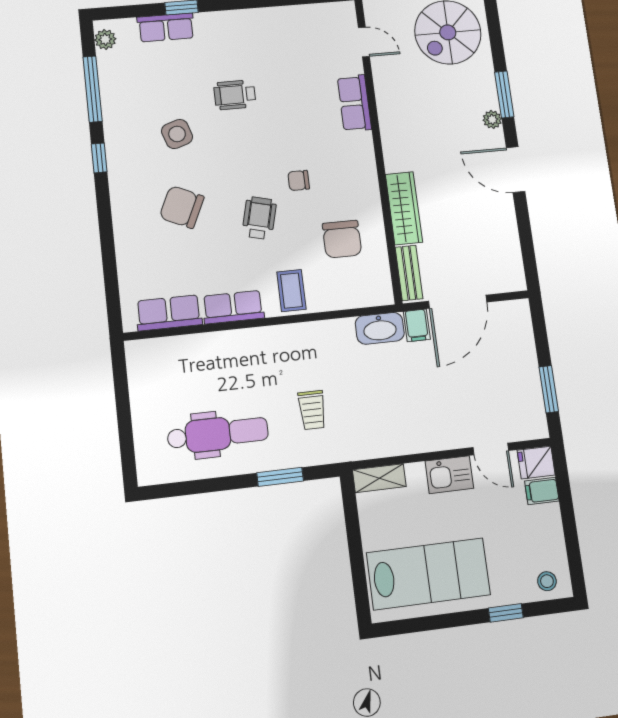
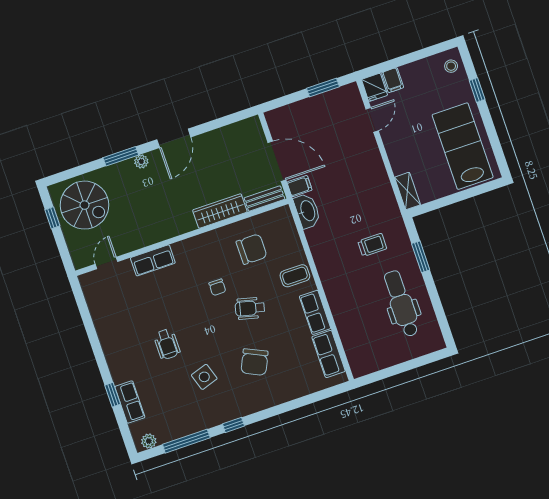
kitchen sink: (449, 475) -> (395, 145), removed

